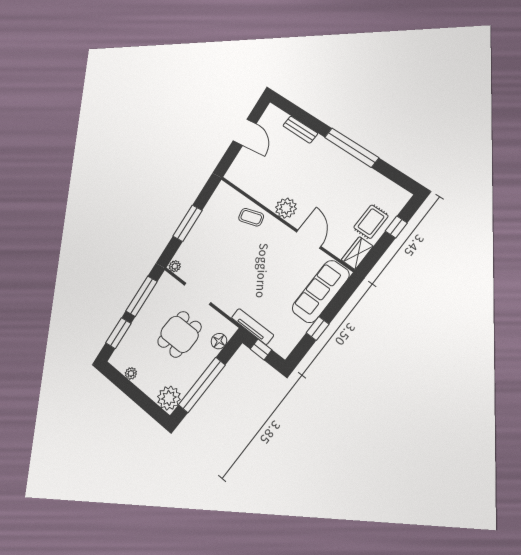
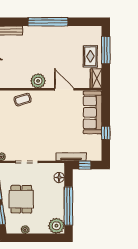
window: (396, 227) -> (106, 50), width x2.17
dining table: (179, 334) -> (21, 199), moved

